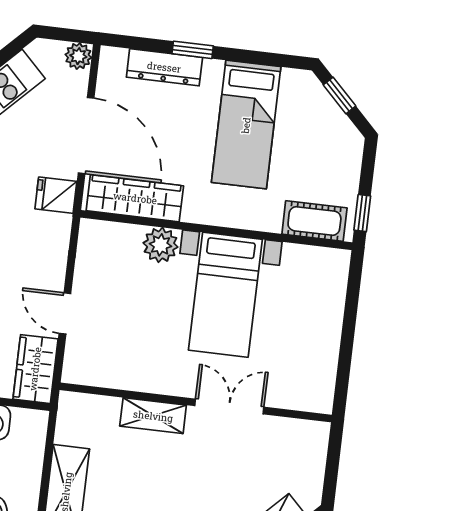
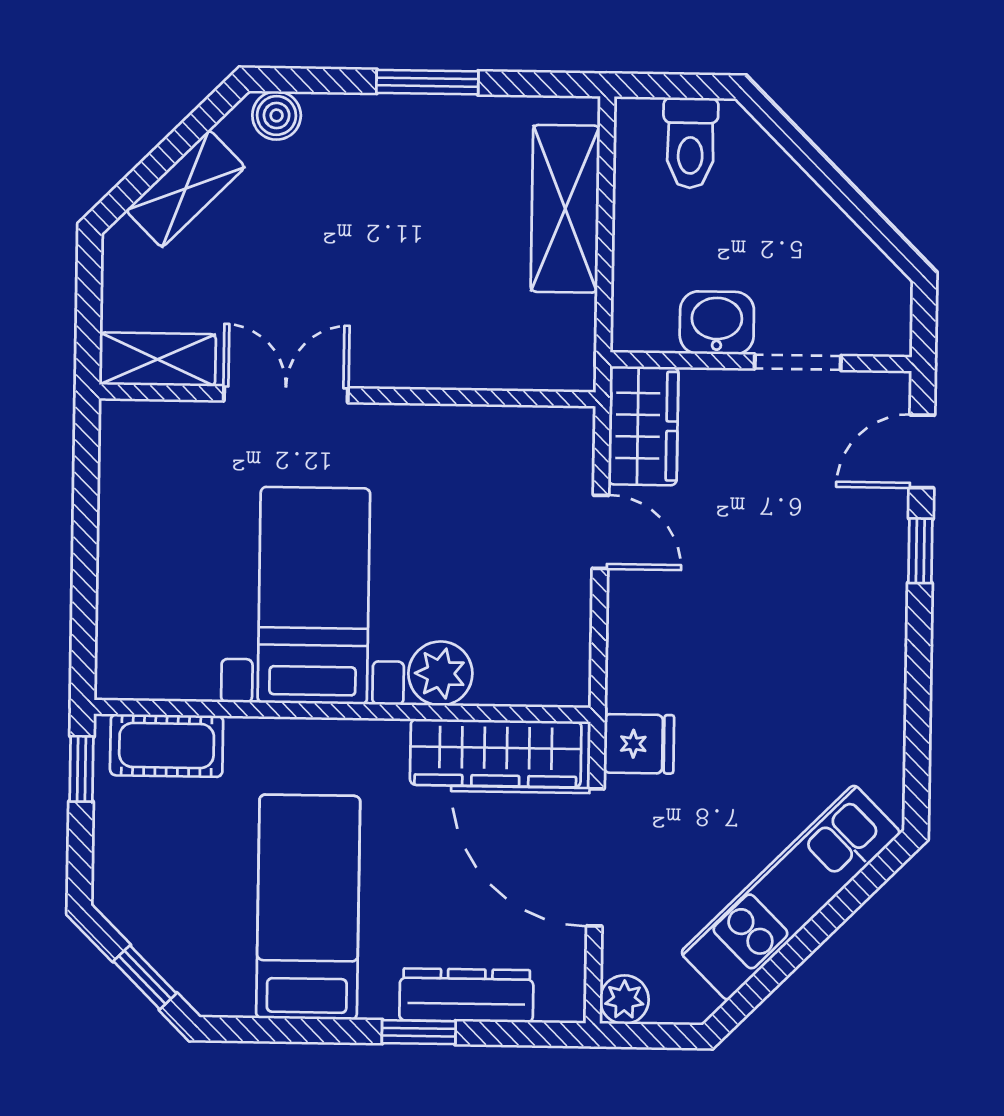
double door: (229, 406) -> (286, 394), swing flipped
shelving: (153, 416) -> (157, 359), moved

